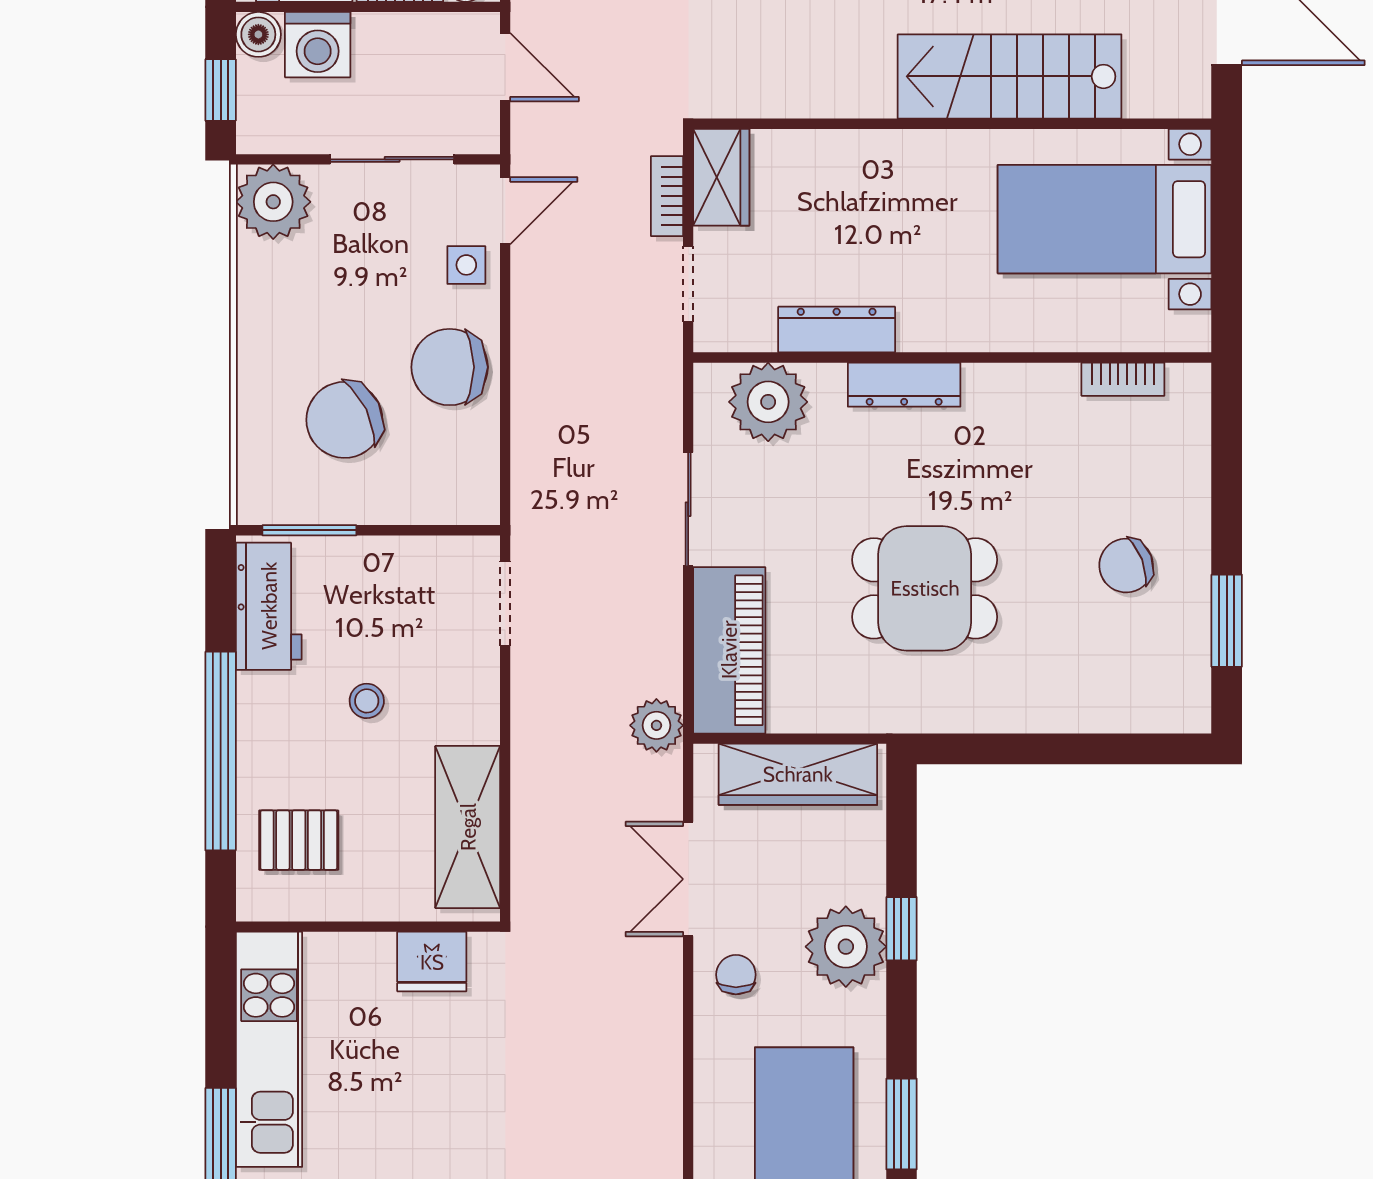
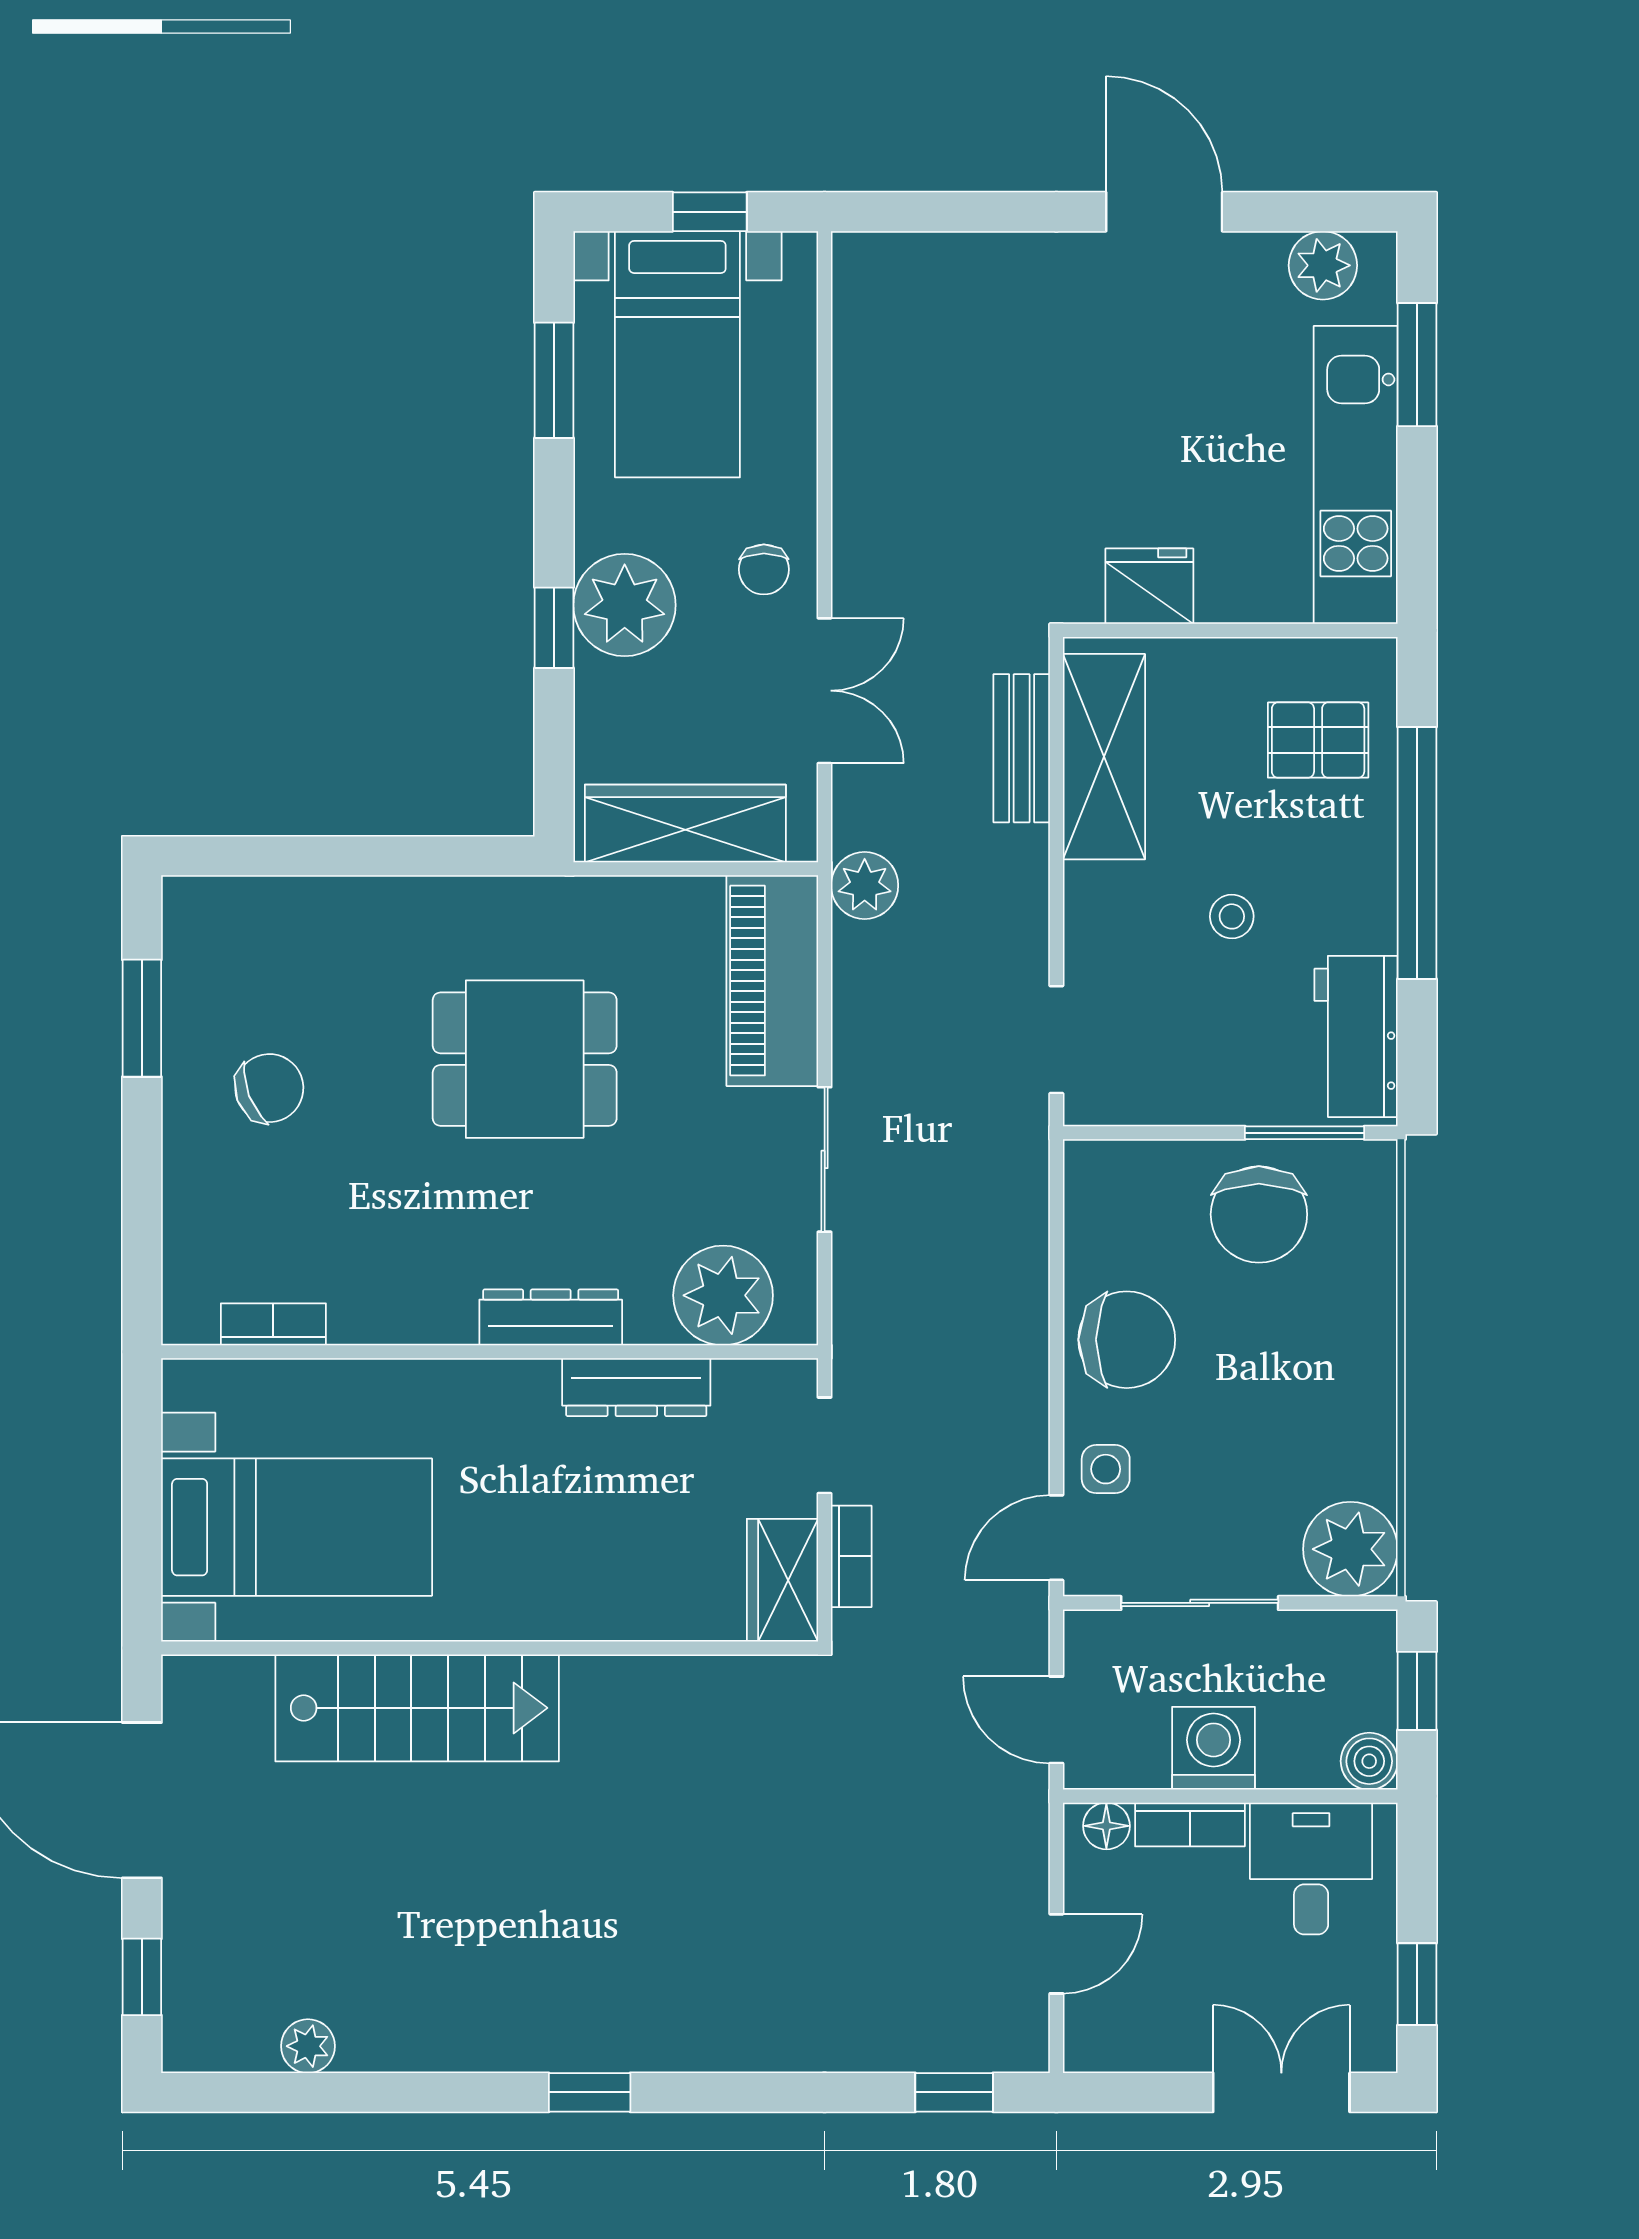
washing machine: (318, 45) -> (1213, 1748), moved
chair: (344, 420) -> (1259, 1214), moved, turned 116
bench: (533, 834) -> (1022, 748), added

